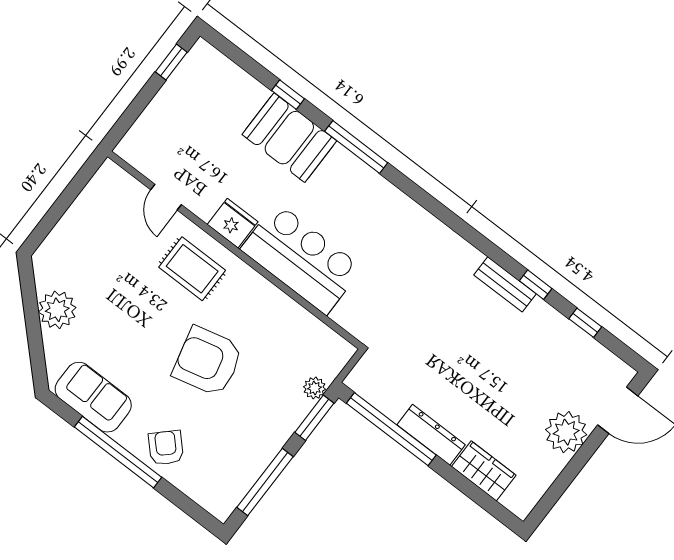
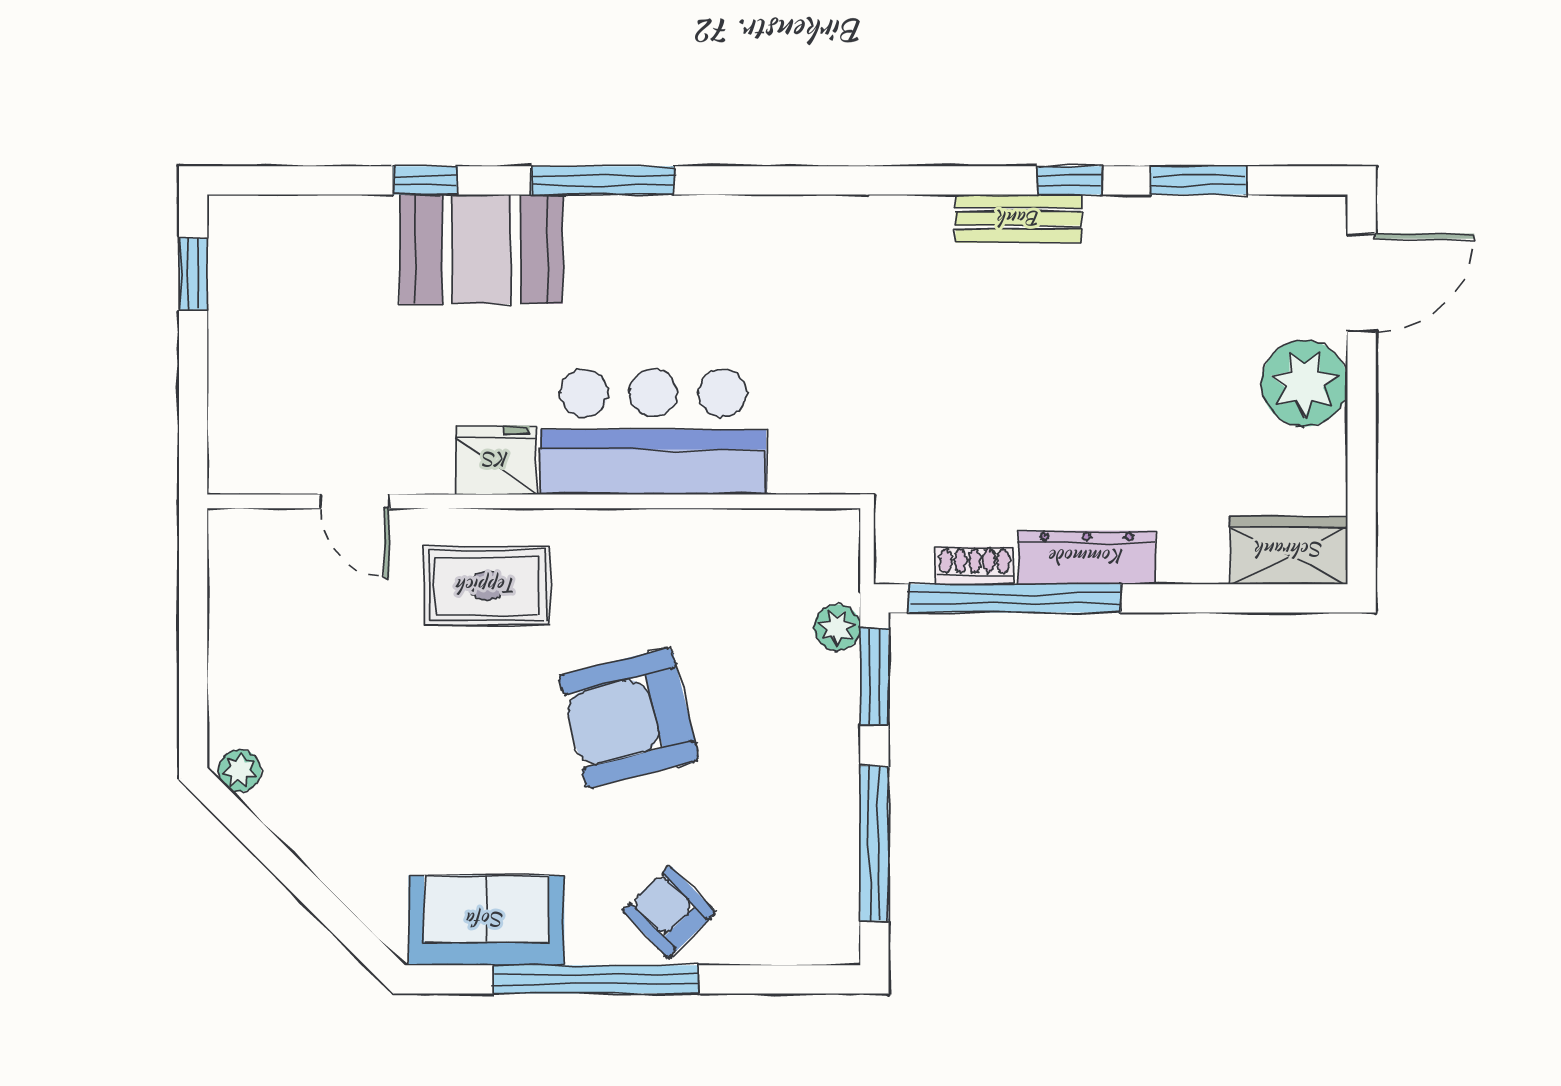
plant: (57, 310) -> (240, 771), moved, width x0.53, depth x0.53
window: (585, 323) -> (1198, 180), width x1.50
shoe rack: (386, 405) -> (975, 565), added
wardrobe: (484, 471) -> (1289, 550), moved

